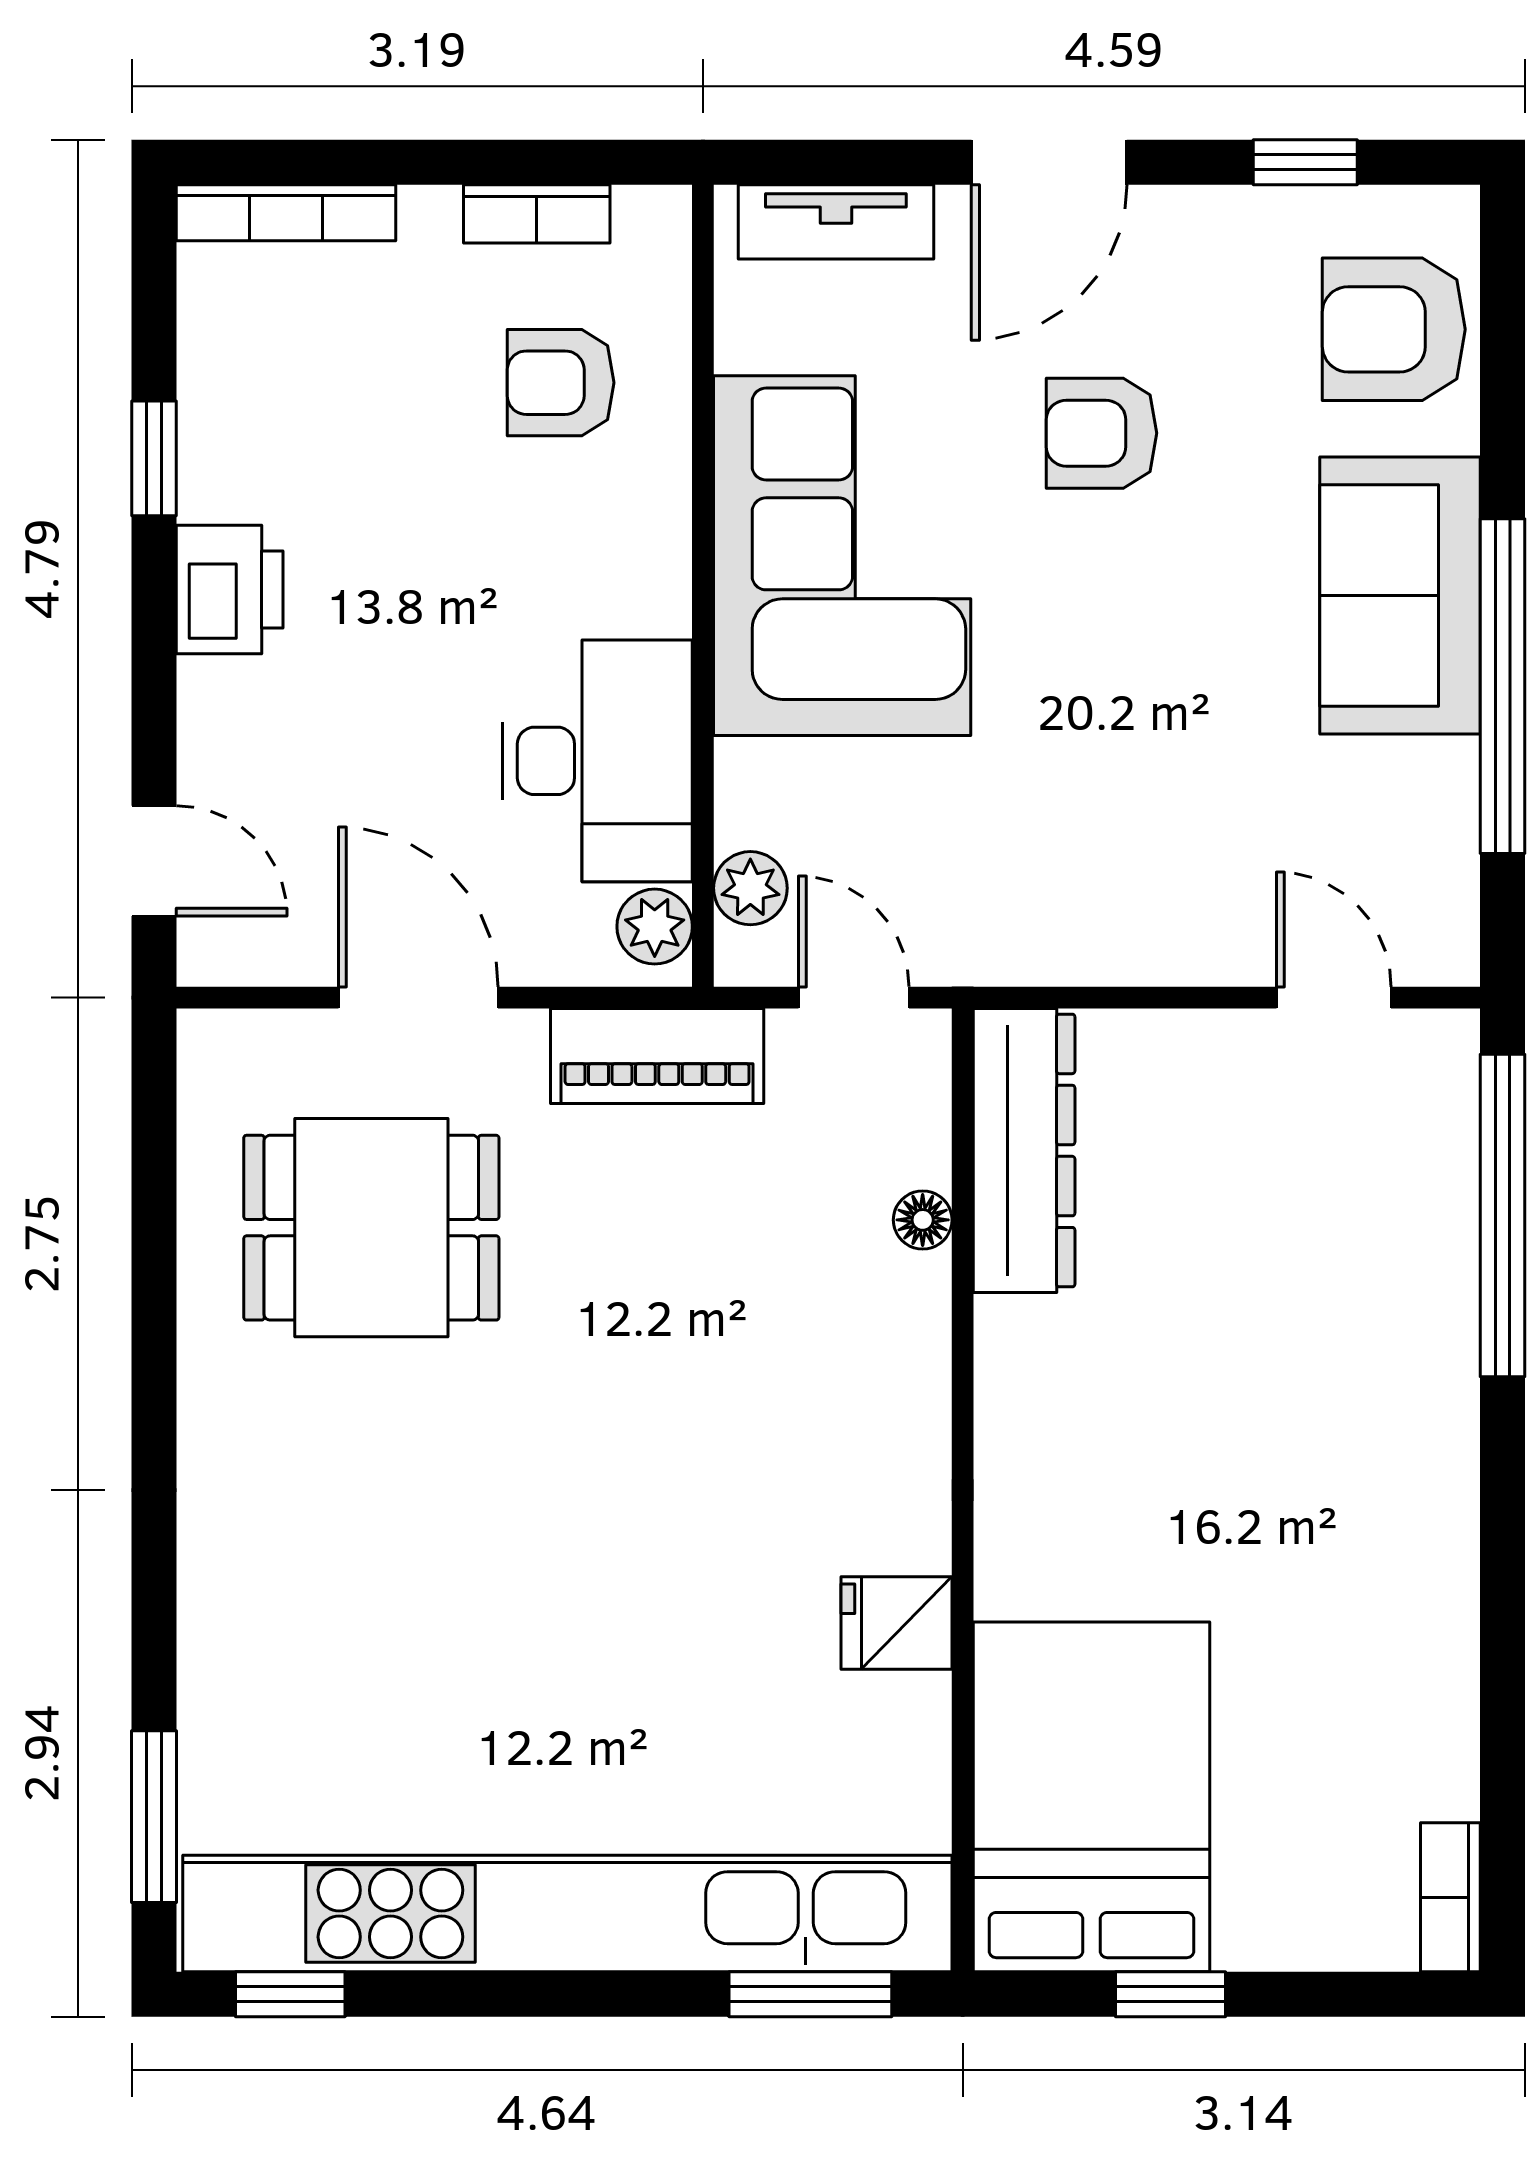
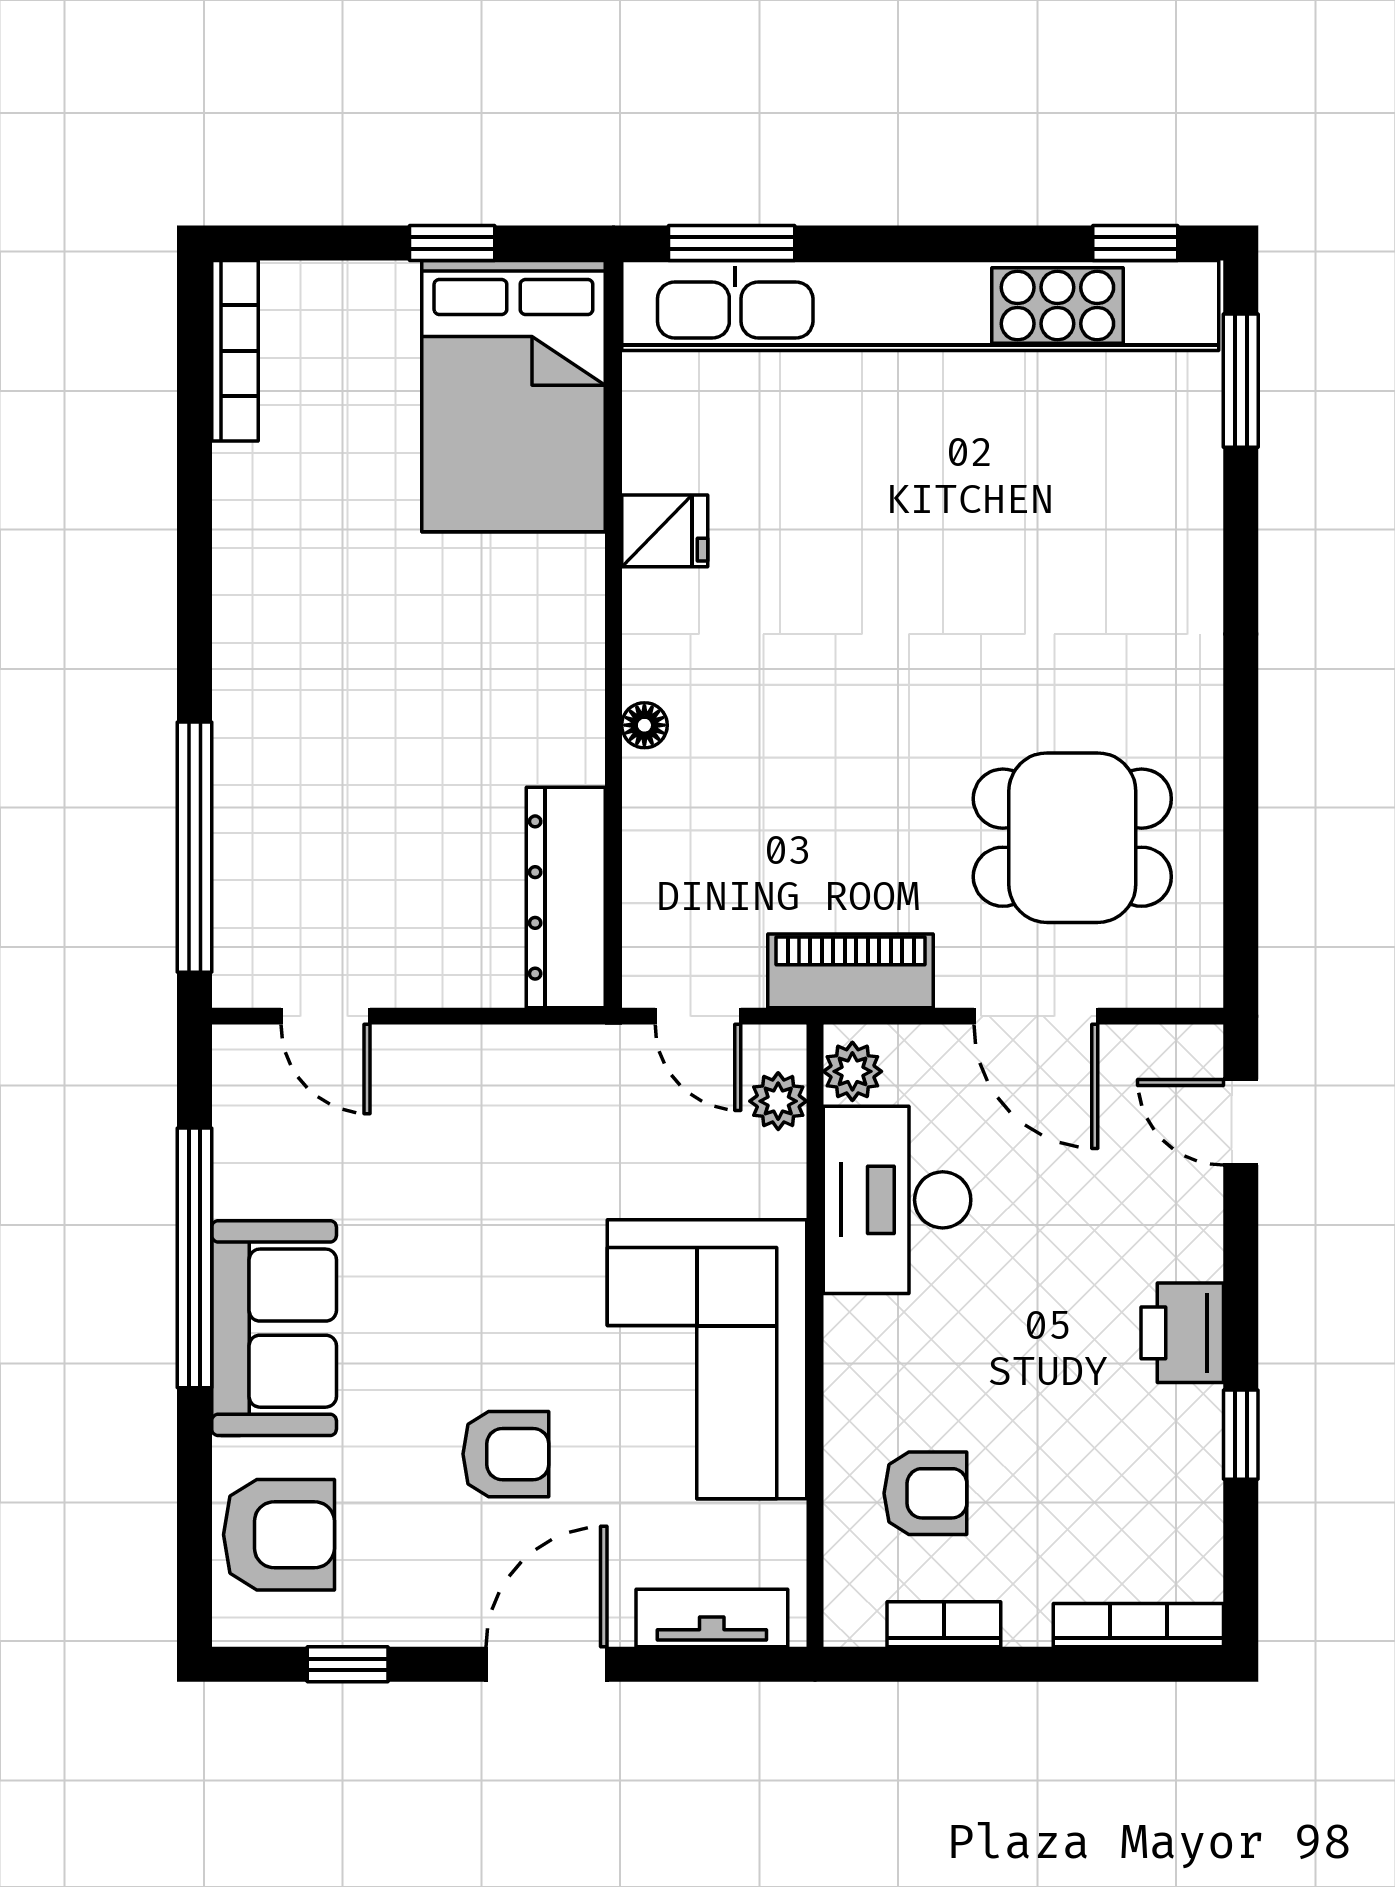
floor lamp: (923, 1220) -> (644, 725), moved
bookcase: (1450, 1897) -> (235, 351), width x1.56

